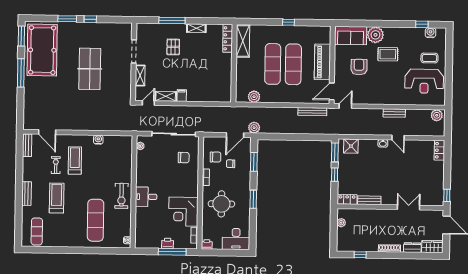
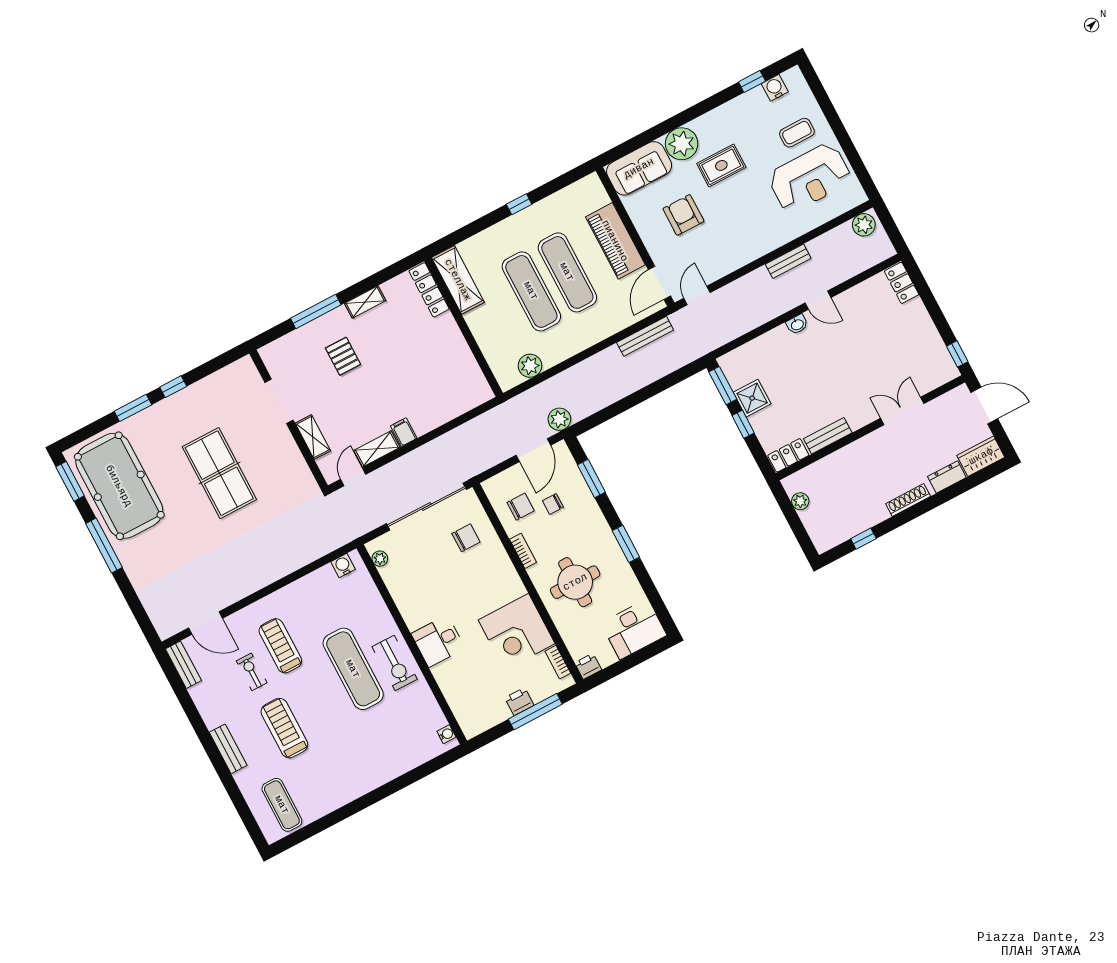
water cooler: (98, 140) -> (343, 565), moved
shower: (351, 146) -> (752, 398), moved
exercise mat: (96, 220) -> (353, 669), moved

